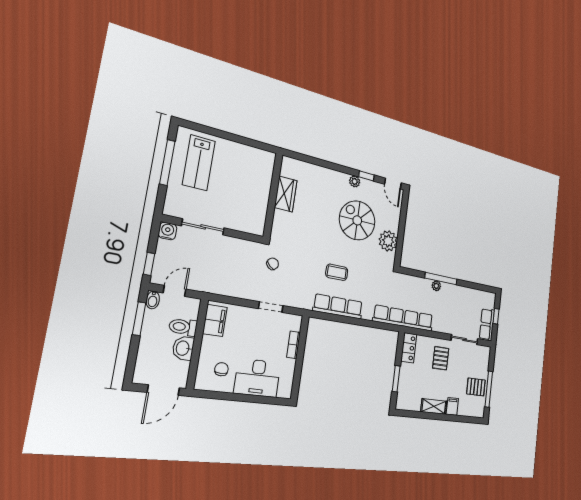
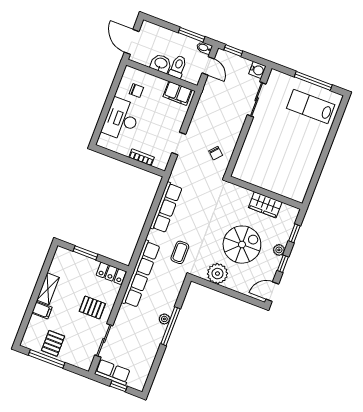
window: (336, 167) -> (294, 233), added
wardrobe: (286, 194) -> (265, 205), moved
wall: (273, 195) -> (265, 193), moved
coffee table: (337, 272) -> (180, 252), moved

